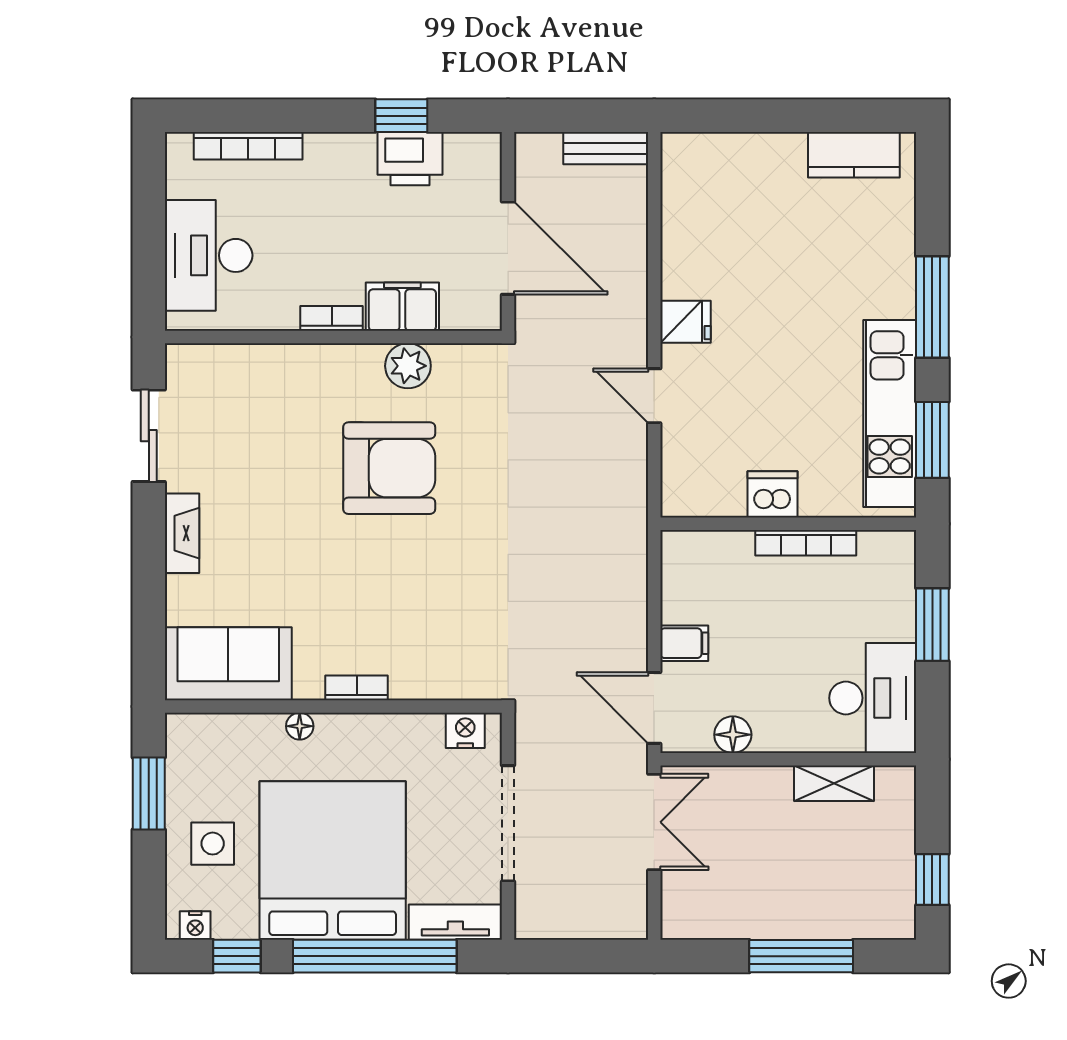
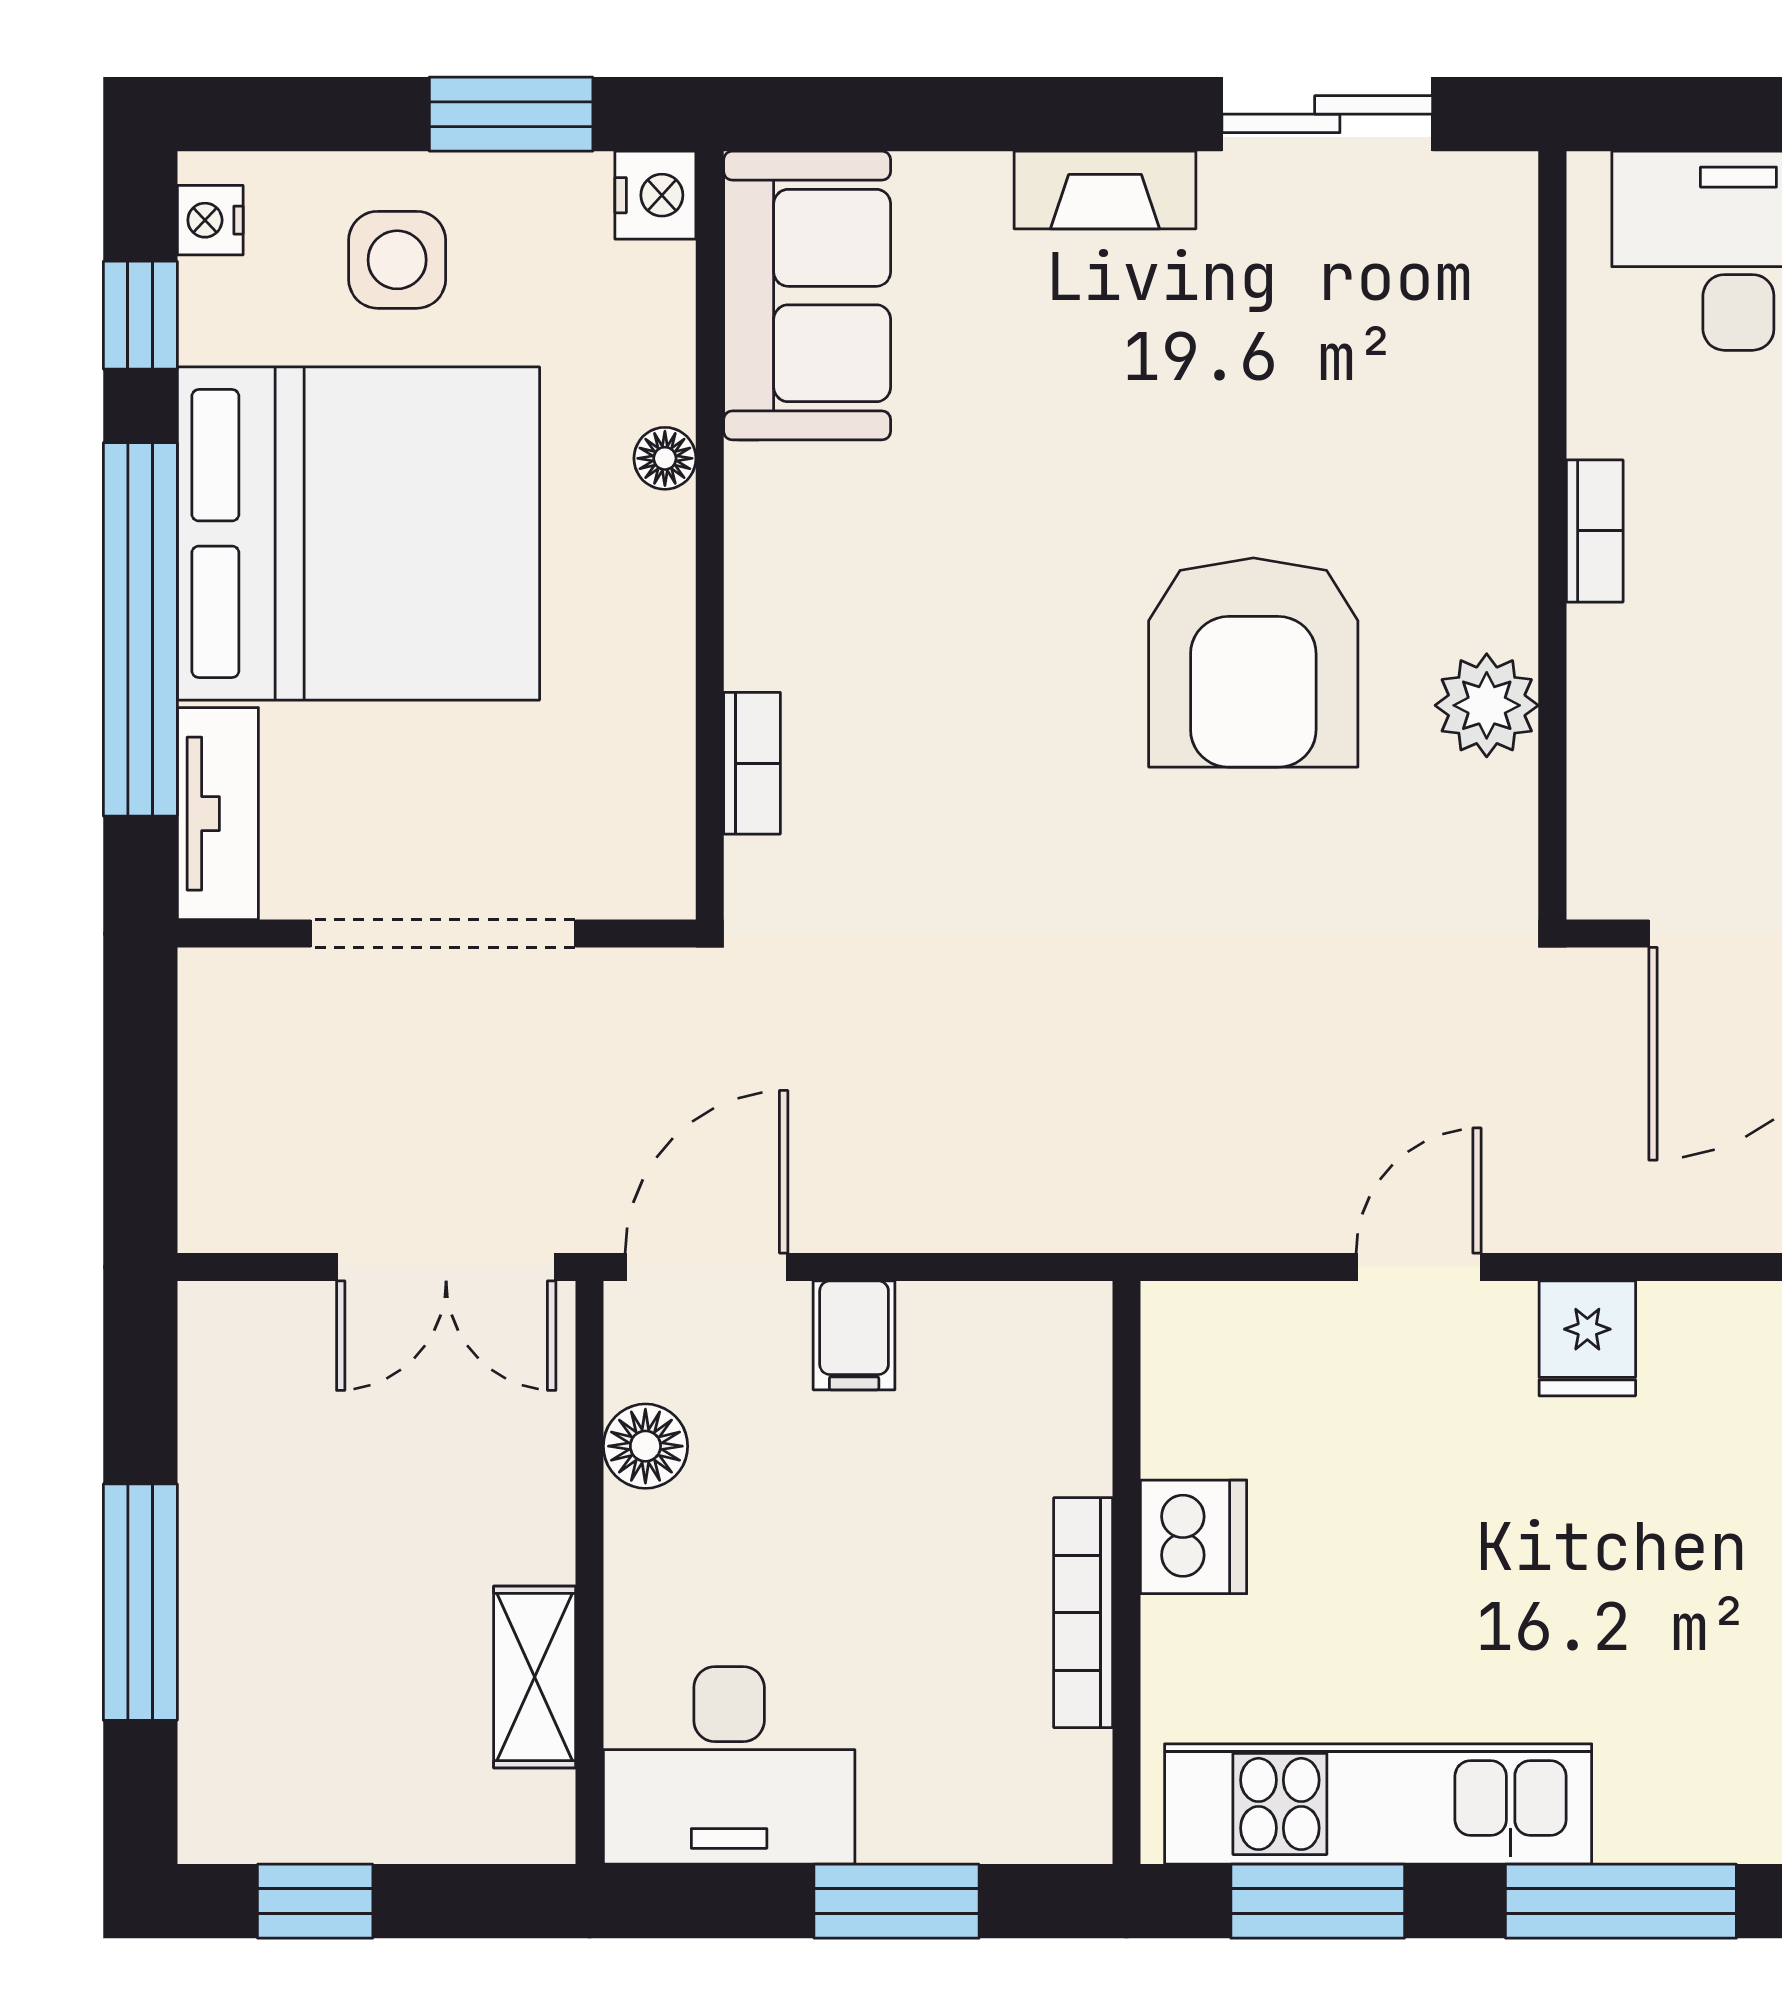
filing cabinet: (402, 307) -> (1622, 693), removed
bookcase: (357, 688) -> (752, 763), moved
nightstand: (465, 730) -> (655, 195), moved

